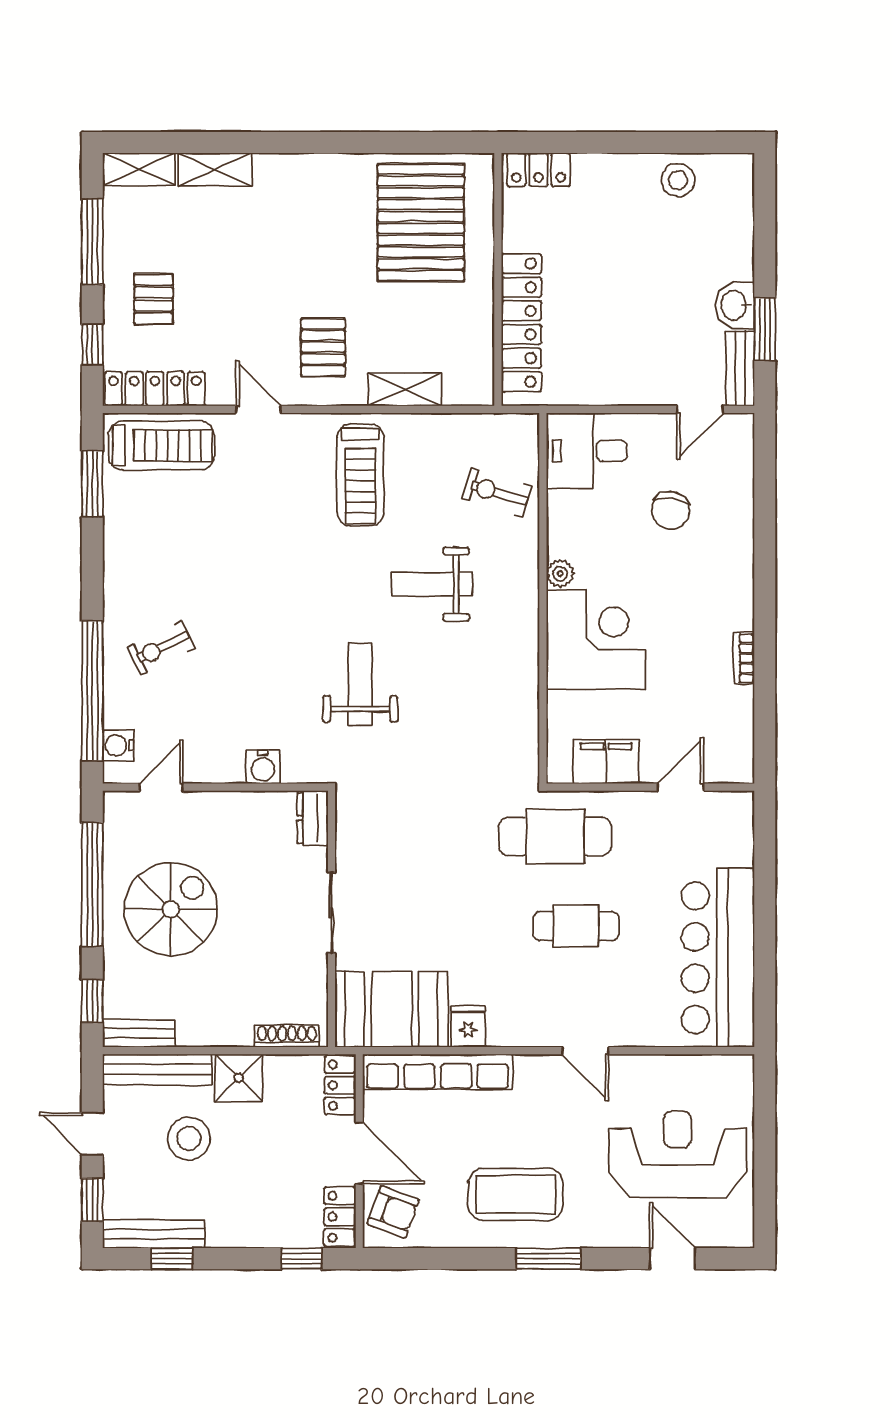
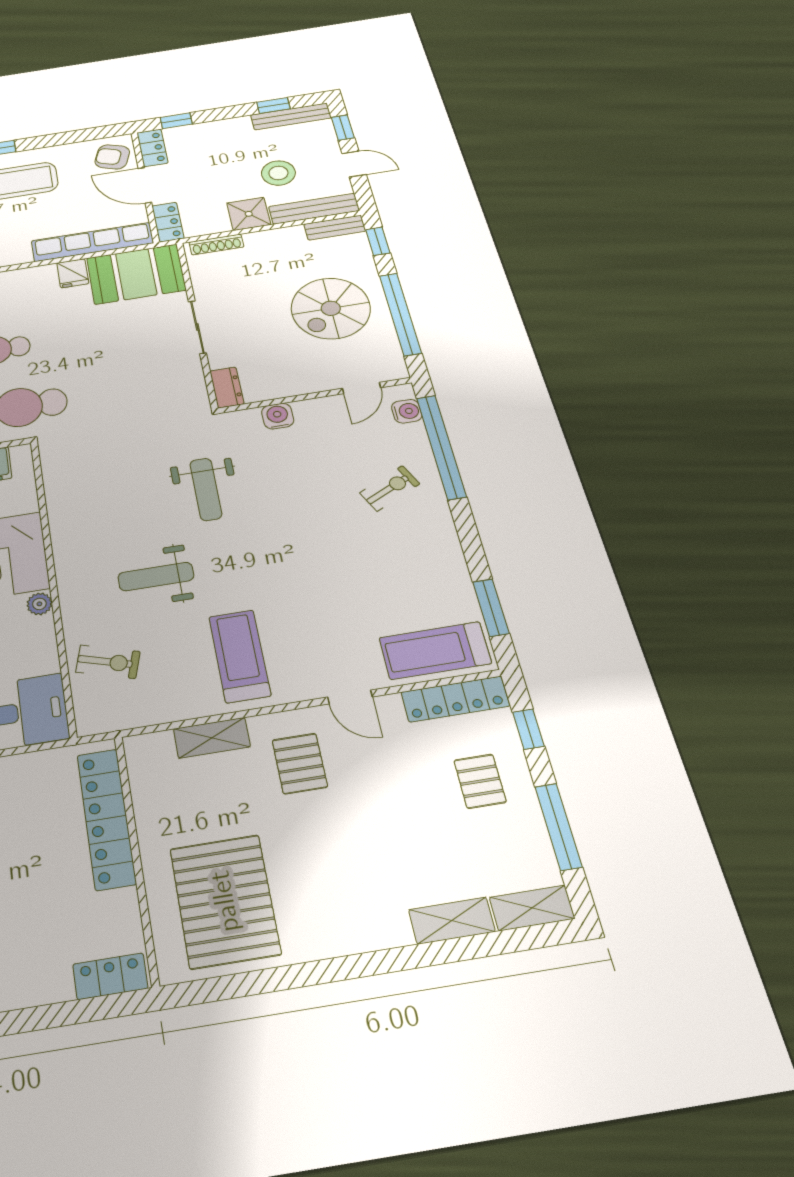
weight bench: (432, 584) -> (156, 577), turned 180

